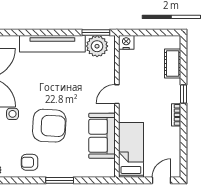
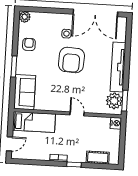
armchair: (49, 126) -> (71, 60), moved
sofa: (102, 136) -> (25, 92), moved, turned 90
door: (161, 180) -> (9, 144), hinge flipped

